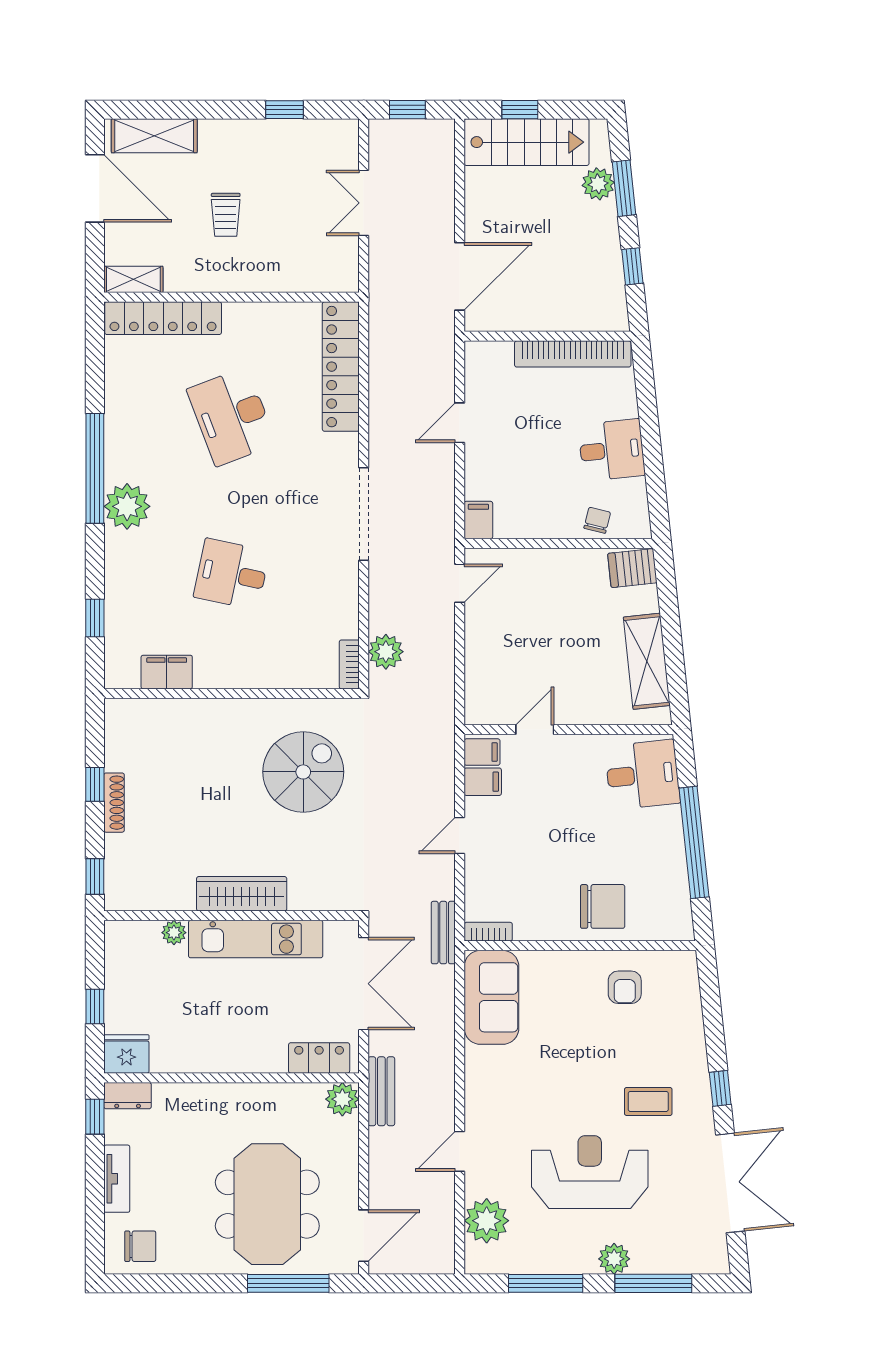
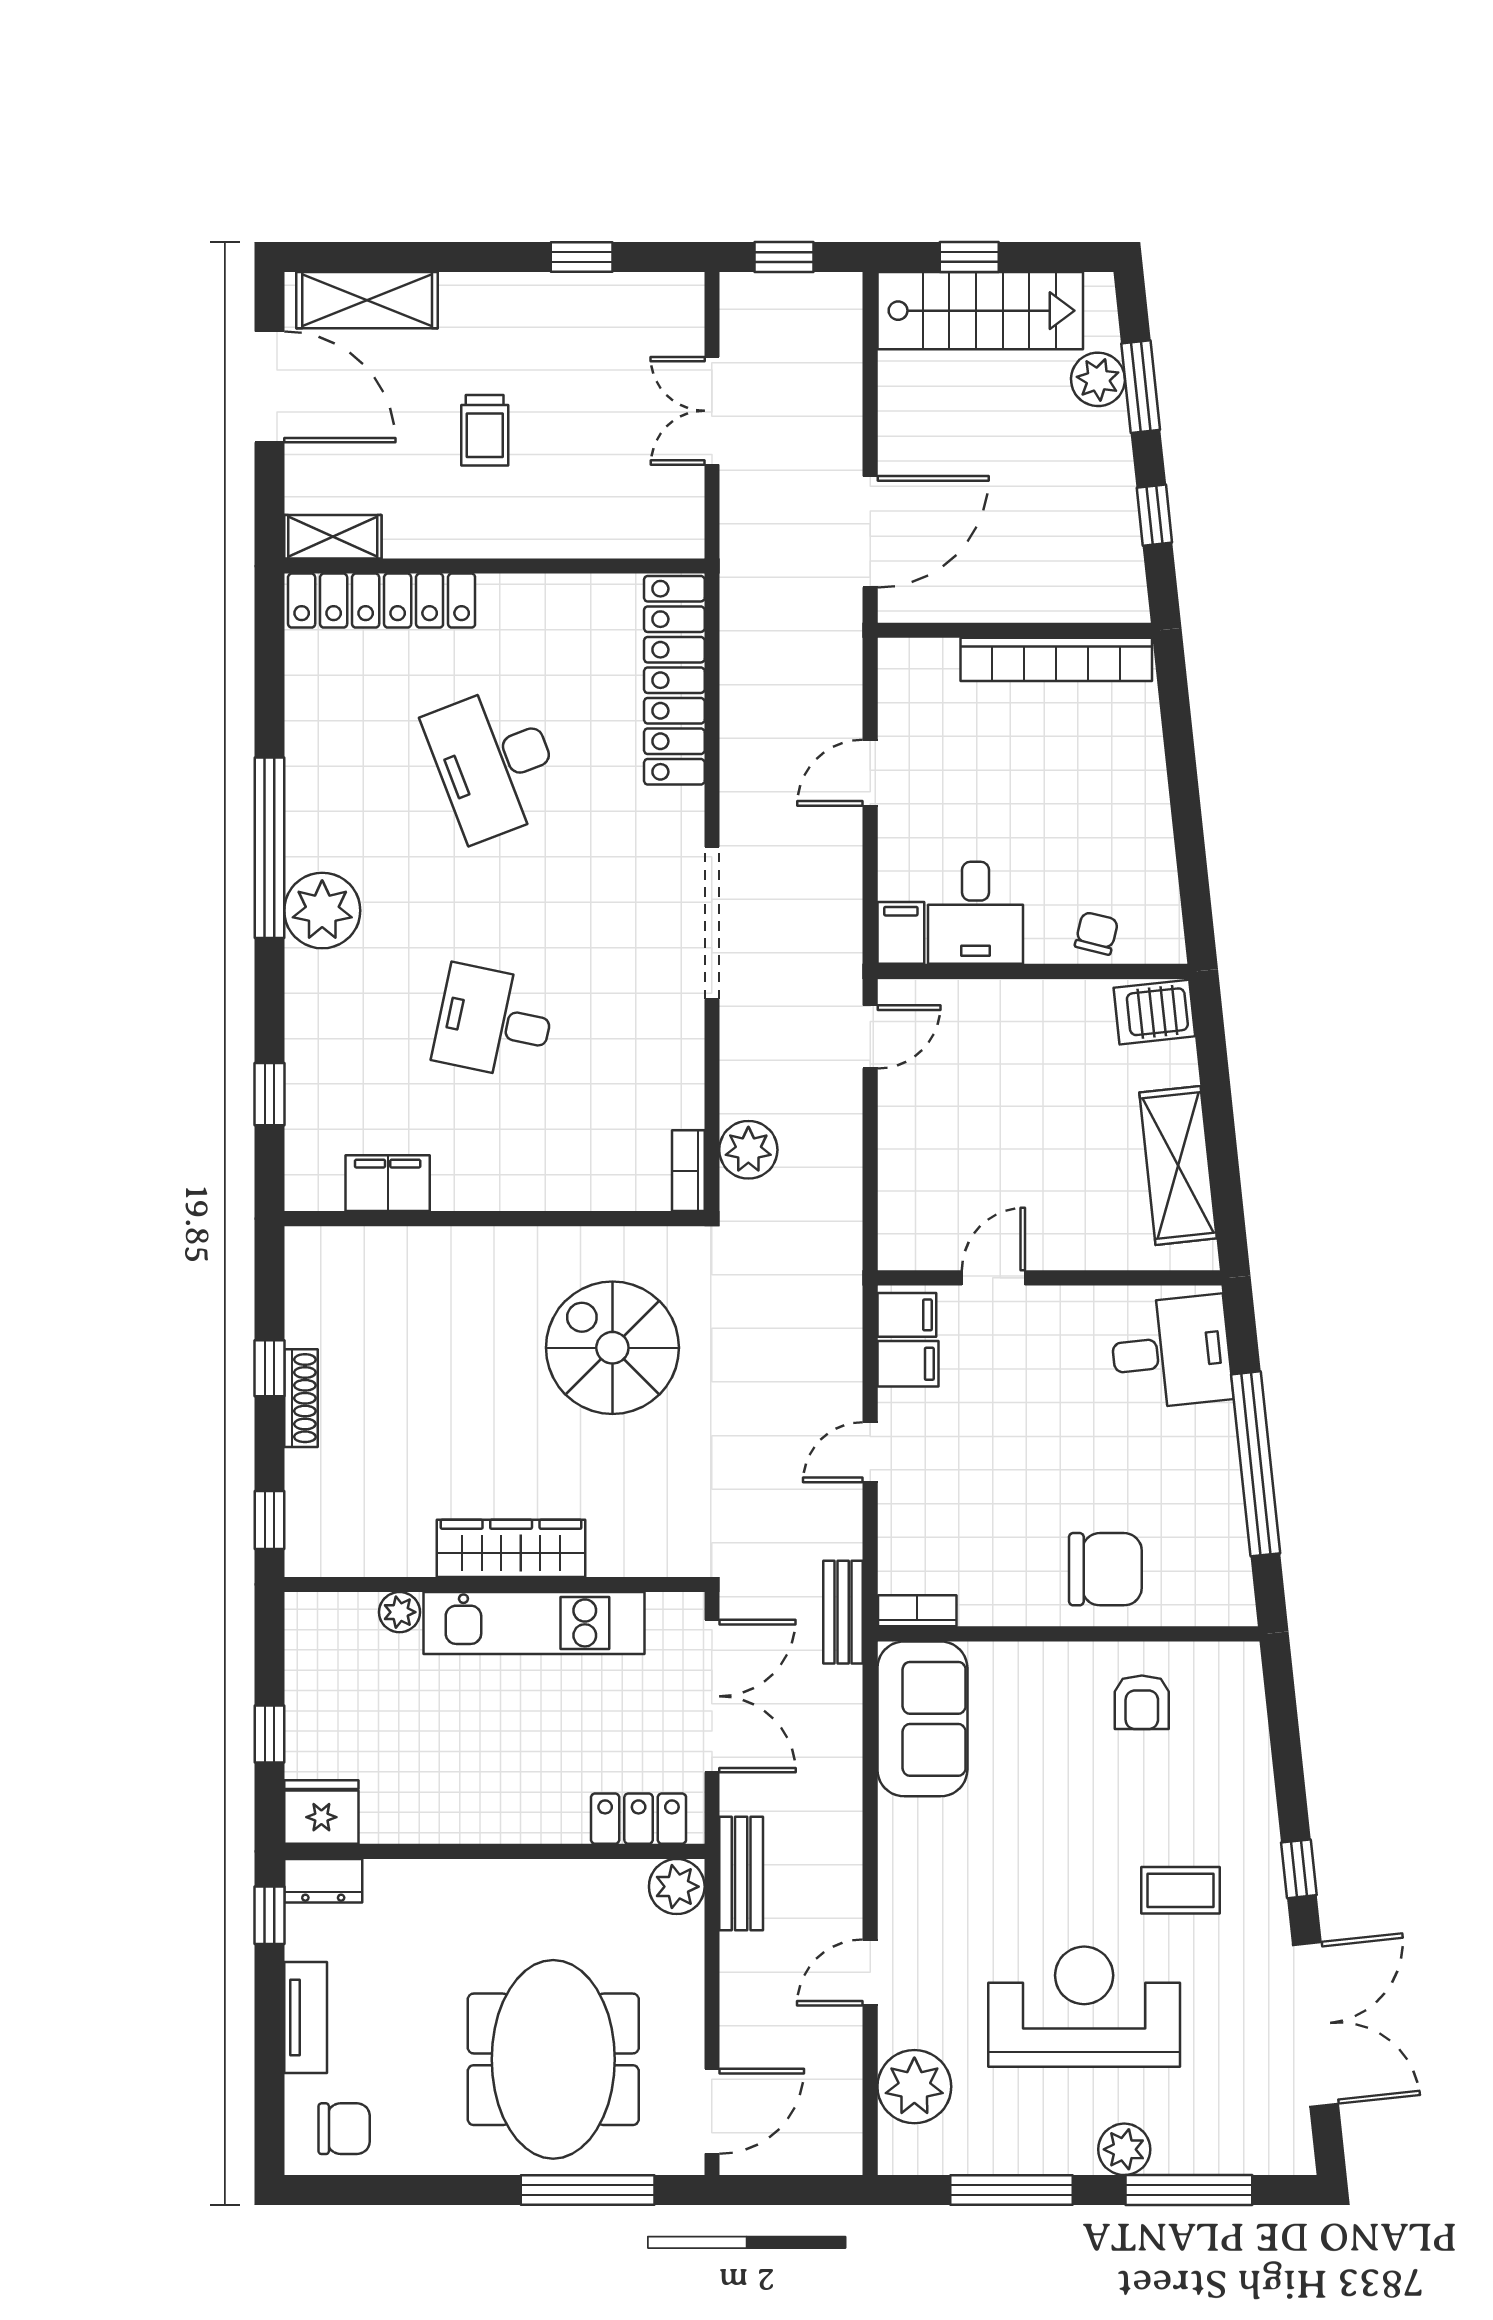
desk: (612, 450) -> (976, 913), moved, turned 96
spiral stairs: (303, 772) -> (612, 1348), turned -90

